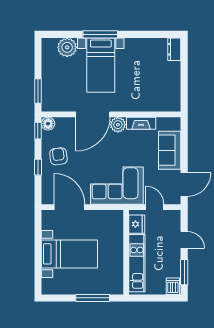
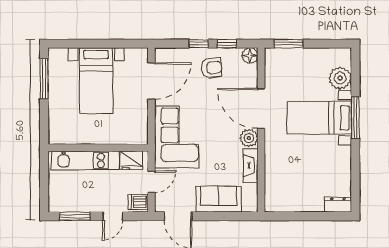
window: (38, 131) -> (227, 44), moved
dishwasher: (173, 286) -> (138, 202), moved, turned 180
window: (93, 298) -> (44, 79), moved

